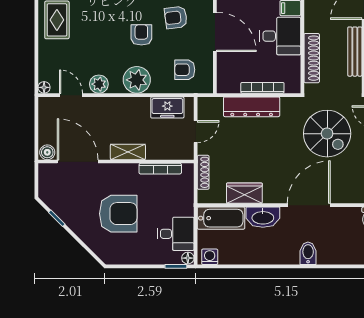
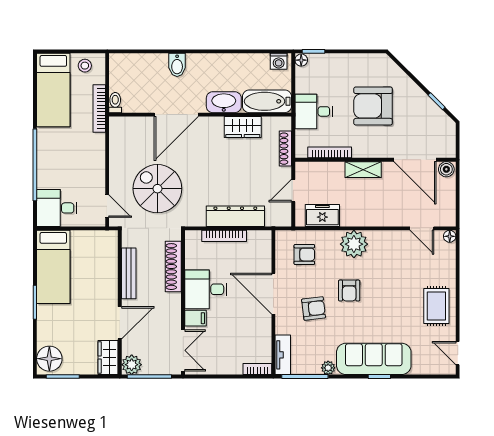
plant: (99, 84) -> (393, 240), removed
desk: (176, 234) -> (314, 111), moved

